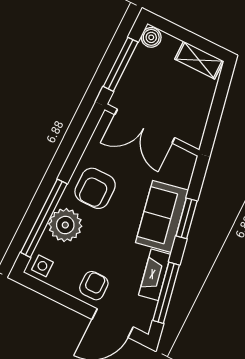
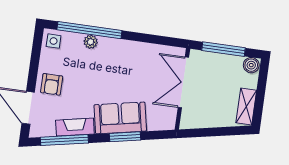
armchair: (95, 188) -> (125, 61), removed
plant: (65, 225) -> (91, 42), width x0.53, depth x0.53
armchair: (94, 286) -> (52, 84), turned 90

